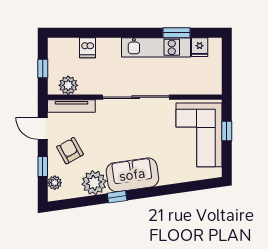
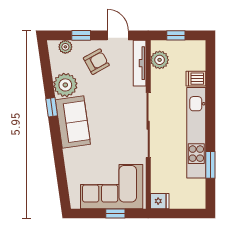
kitchen unit: (156, 47) -> (196, 133), width x1.36
fridge: (200, 47) -> (160, 201), moved, turned 180
door: (43, 128) -> (118, 35), hinge flipped

